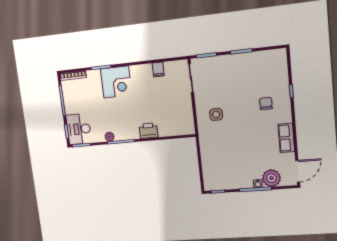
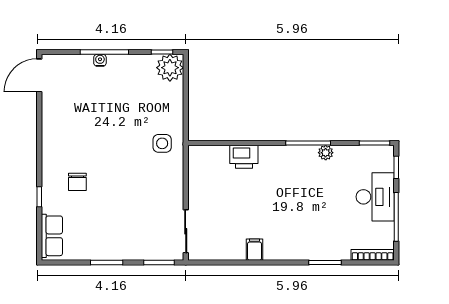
filing cabinet: (158, 69) -> (255, 250), moved
corner desk: (116, 82) -> (304, 237), removed
side table: (216, 114) -> (162, 143), moved
desk: (79, 129) -> (375, 197), moved
printer: (149, 131) -> (244, 157), moved
row of seats: (286, 138) -> (52, 236), moved
plant: (271, 178) -> (170, 68), moved

